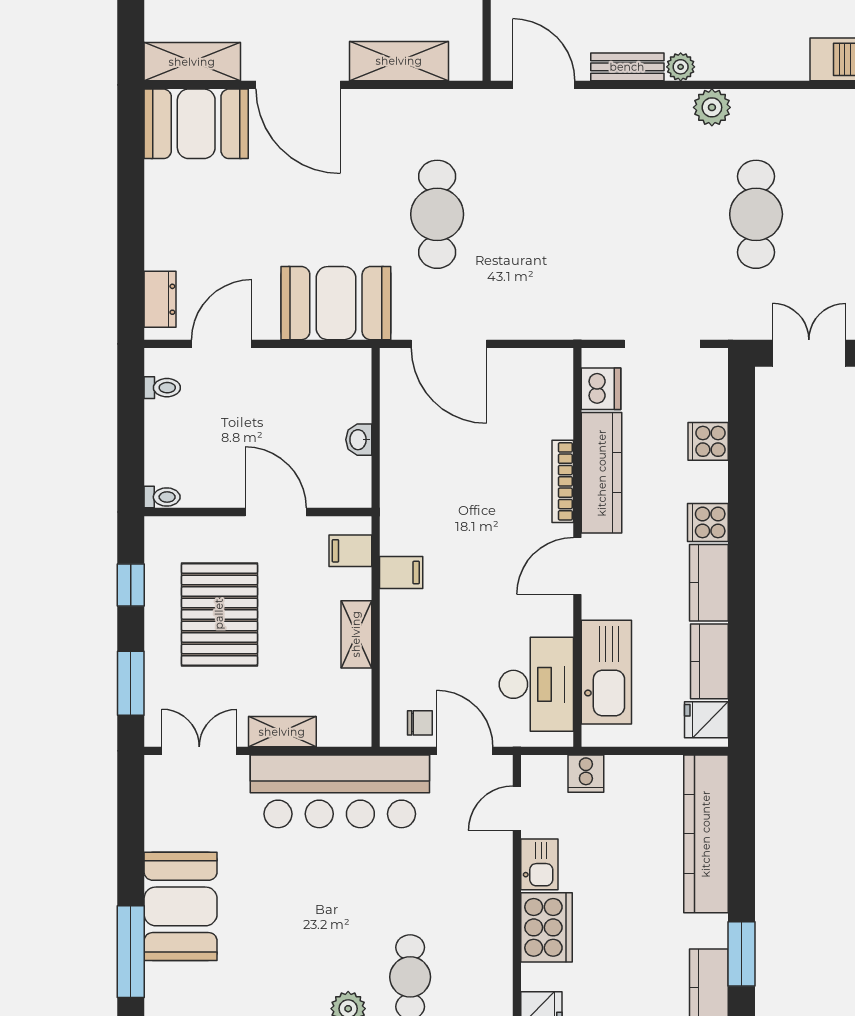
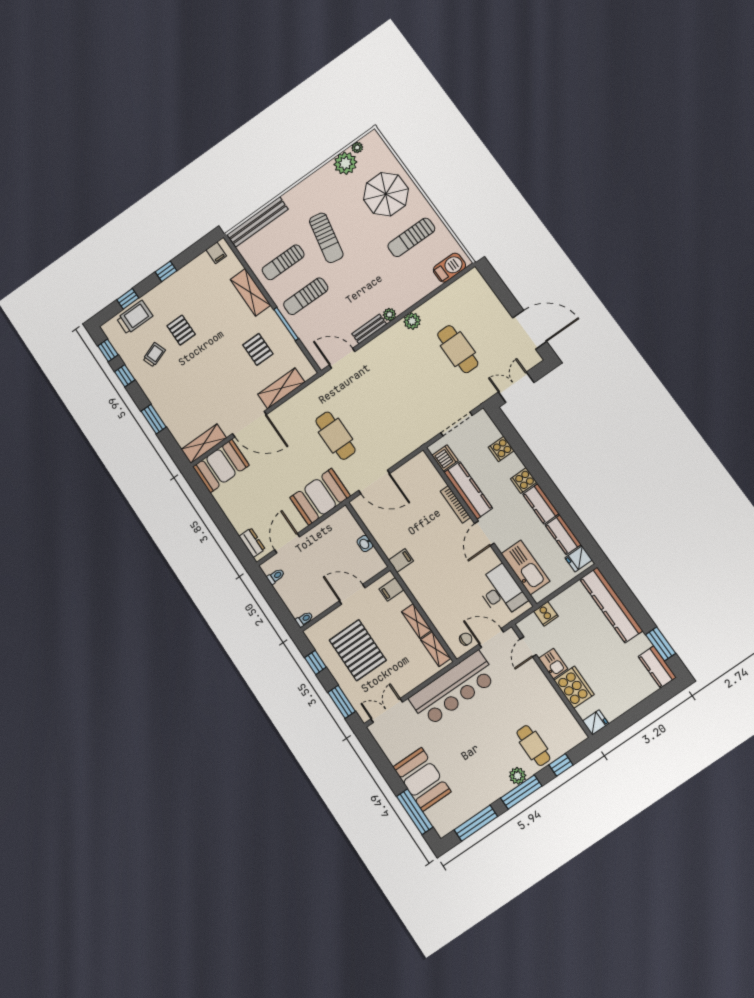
filing cabinet: (401, 573) -> (401, 561), moved
shelving: (282, 732) -> (436, 649), moved, turned 90

